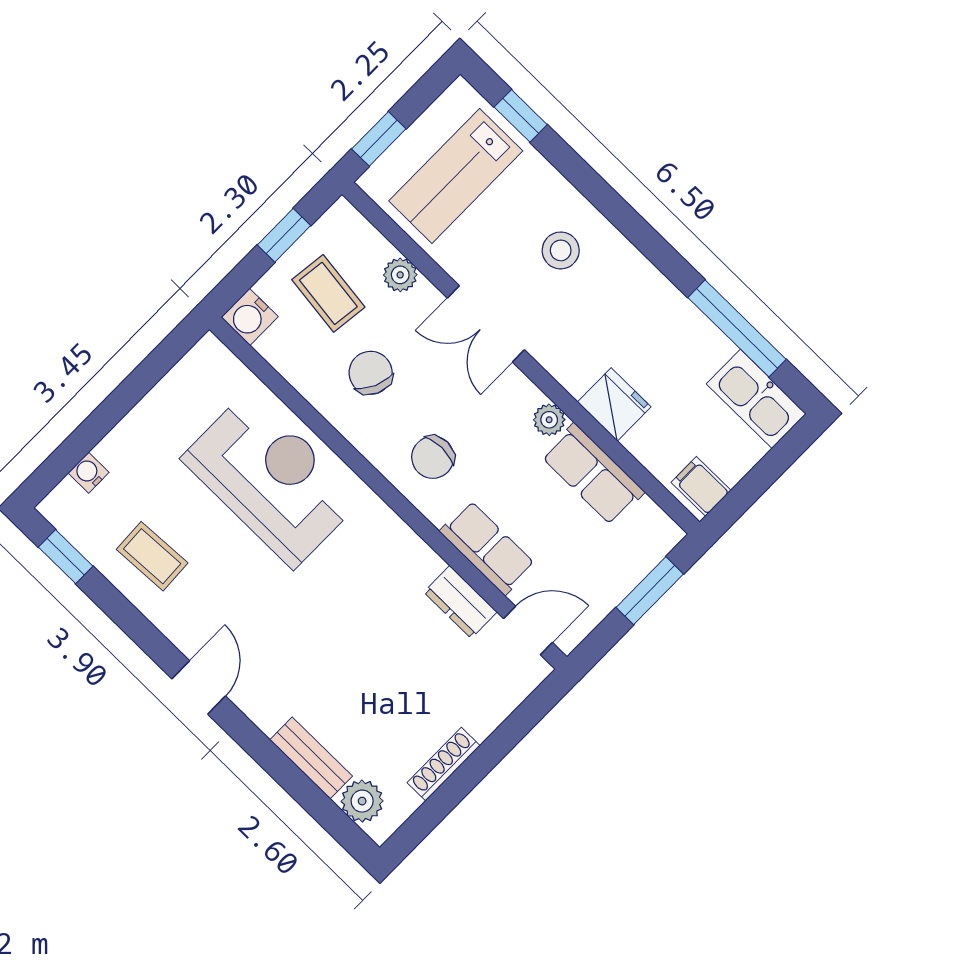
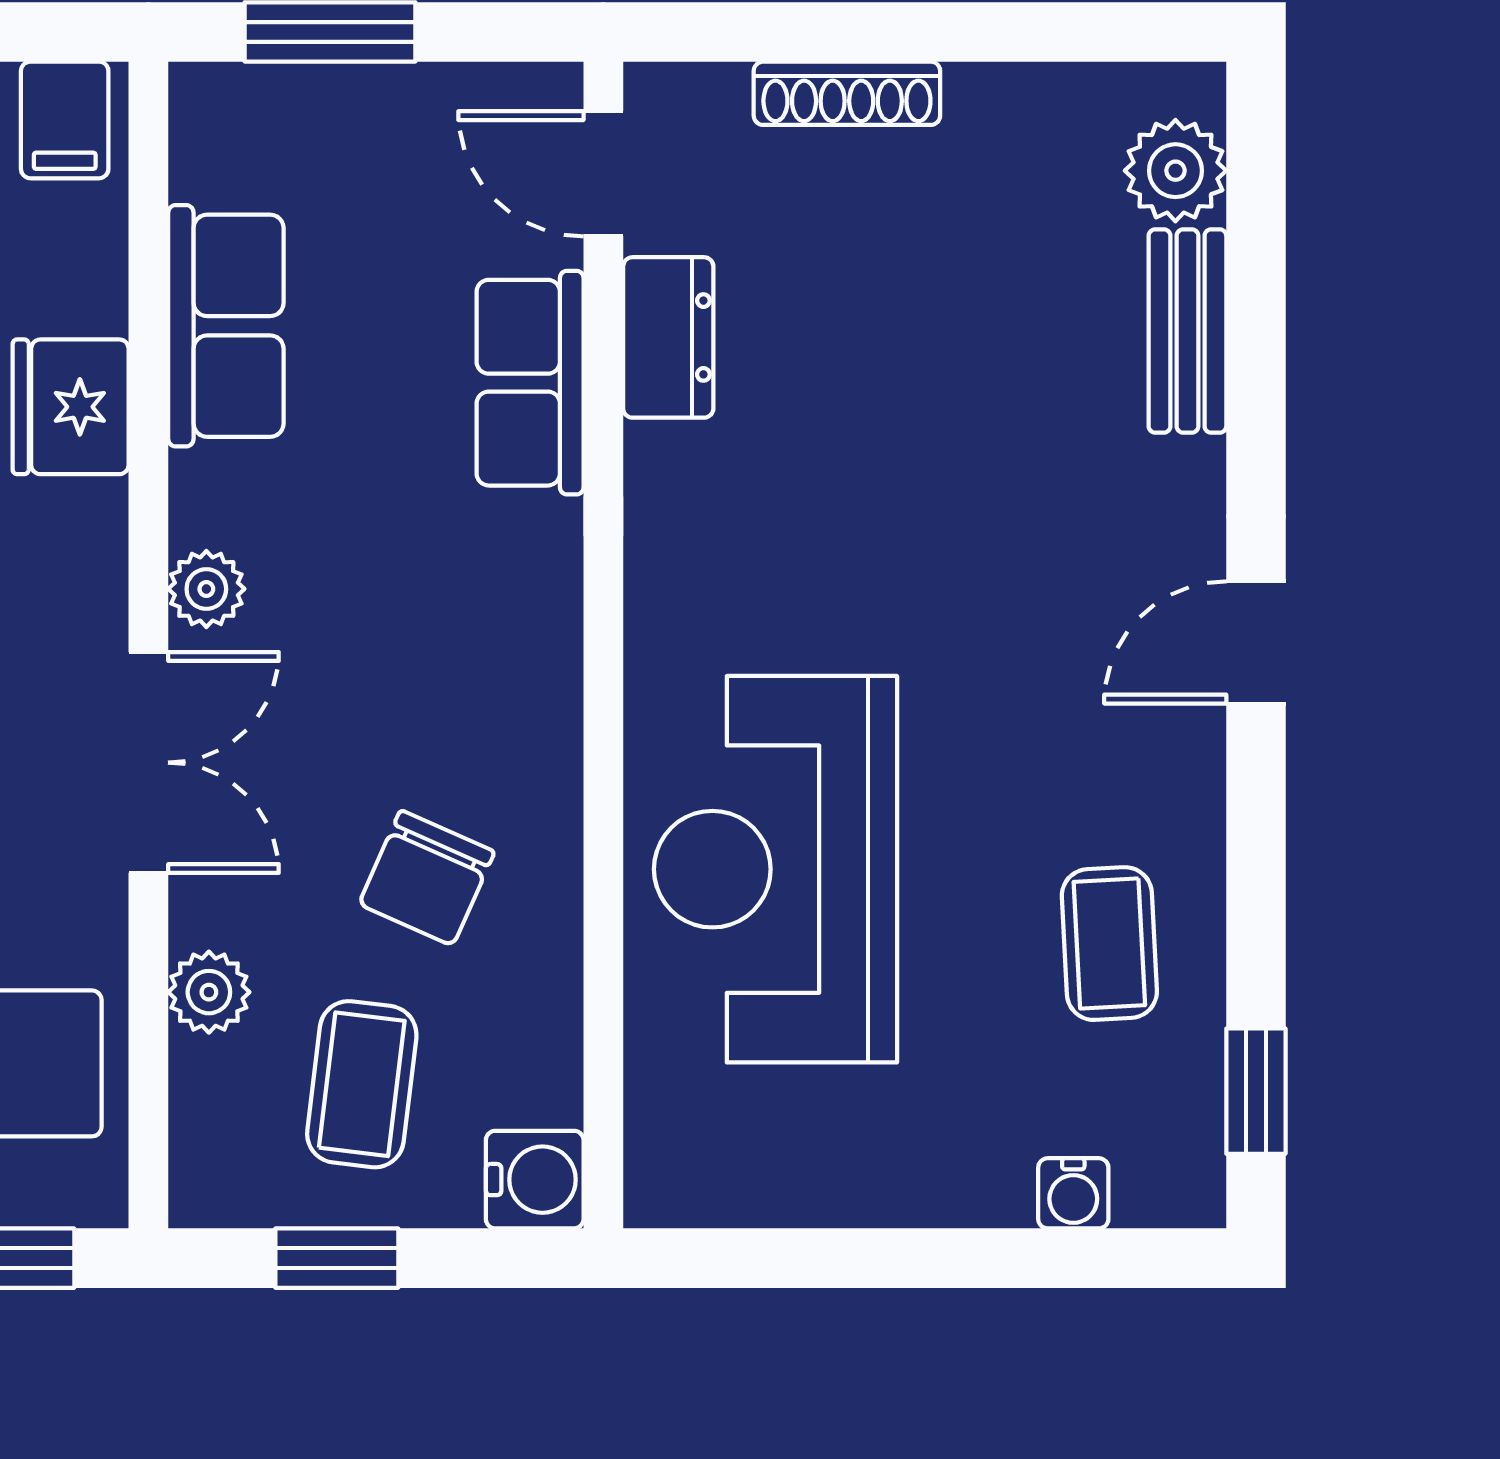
plant: (549, 420) -> (206, 589), moved
chair: (433, 457) -> (467, 629), removed
shoe rack: (444, 764) -> (847, 93), moved

